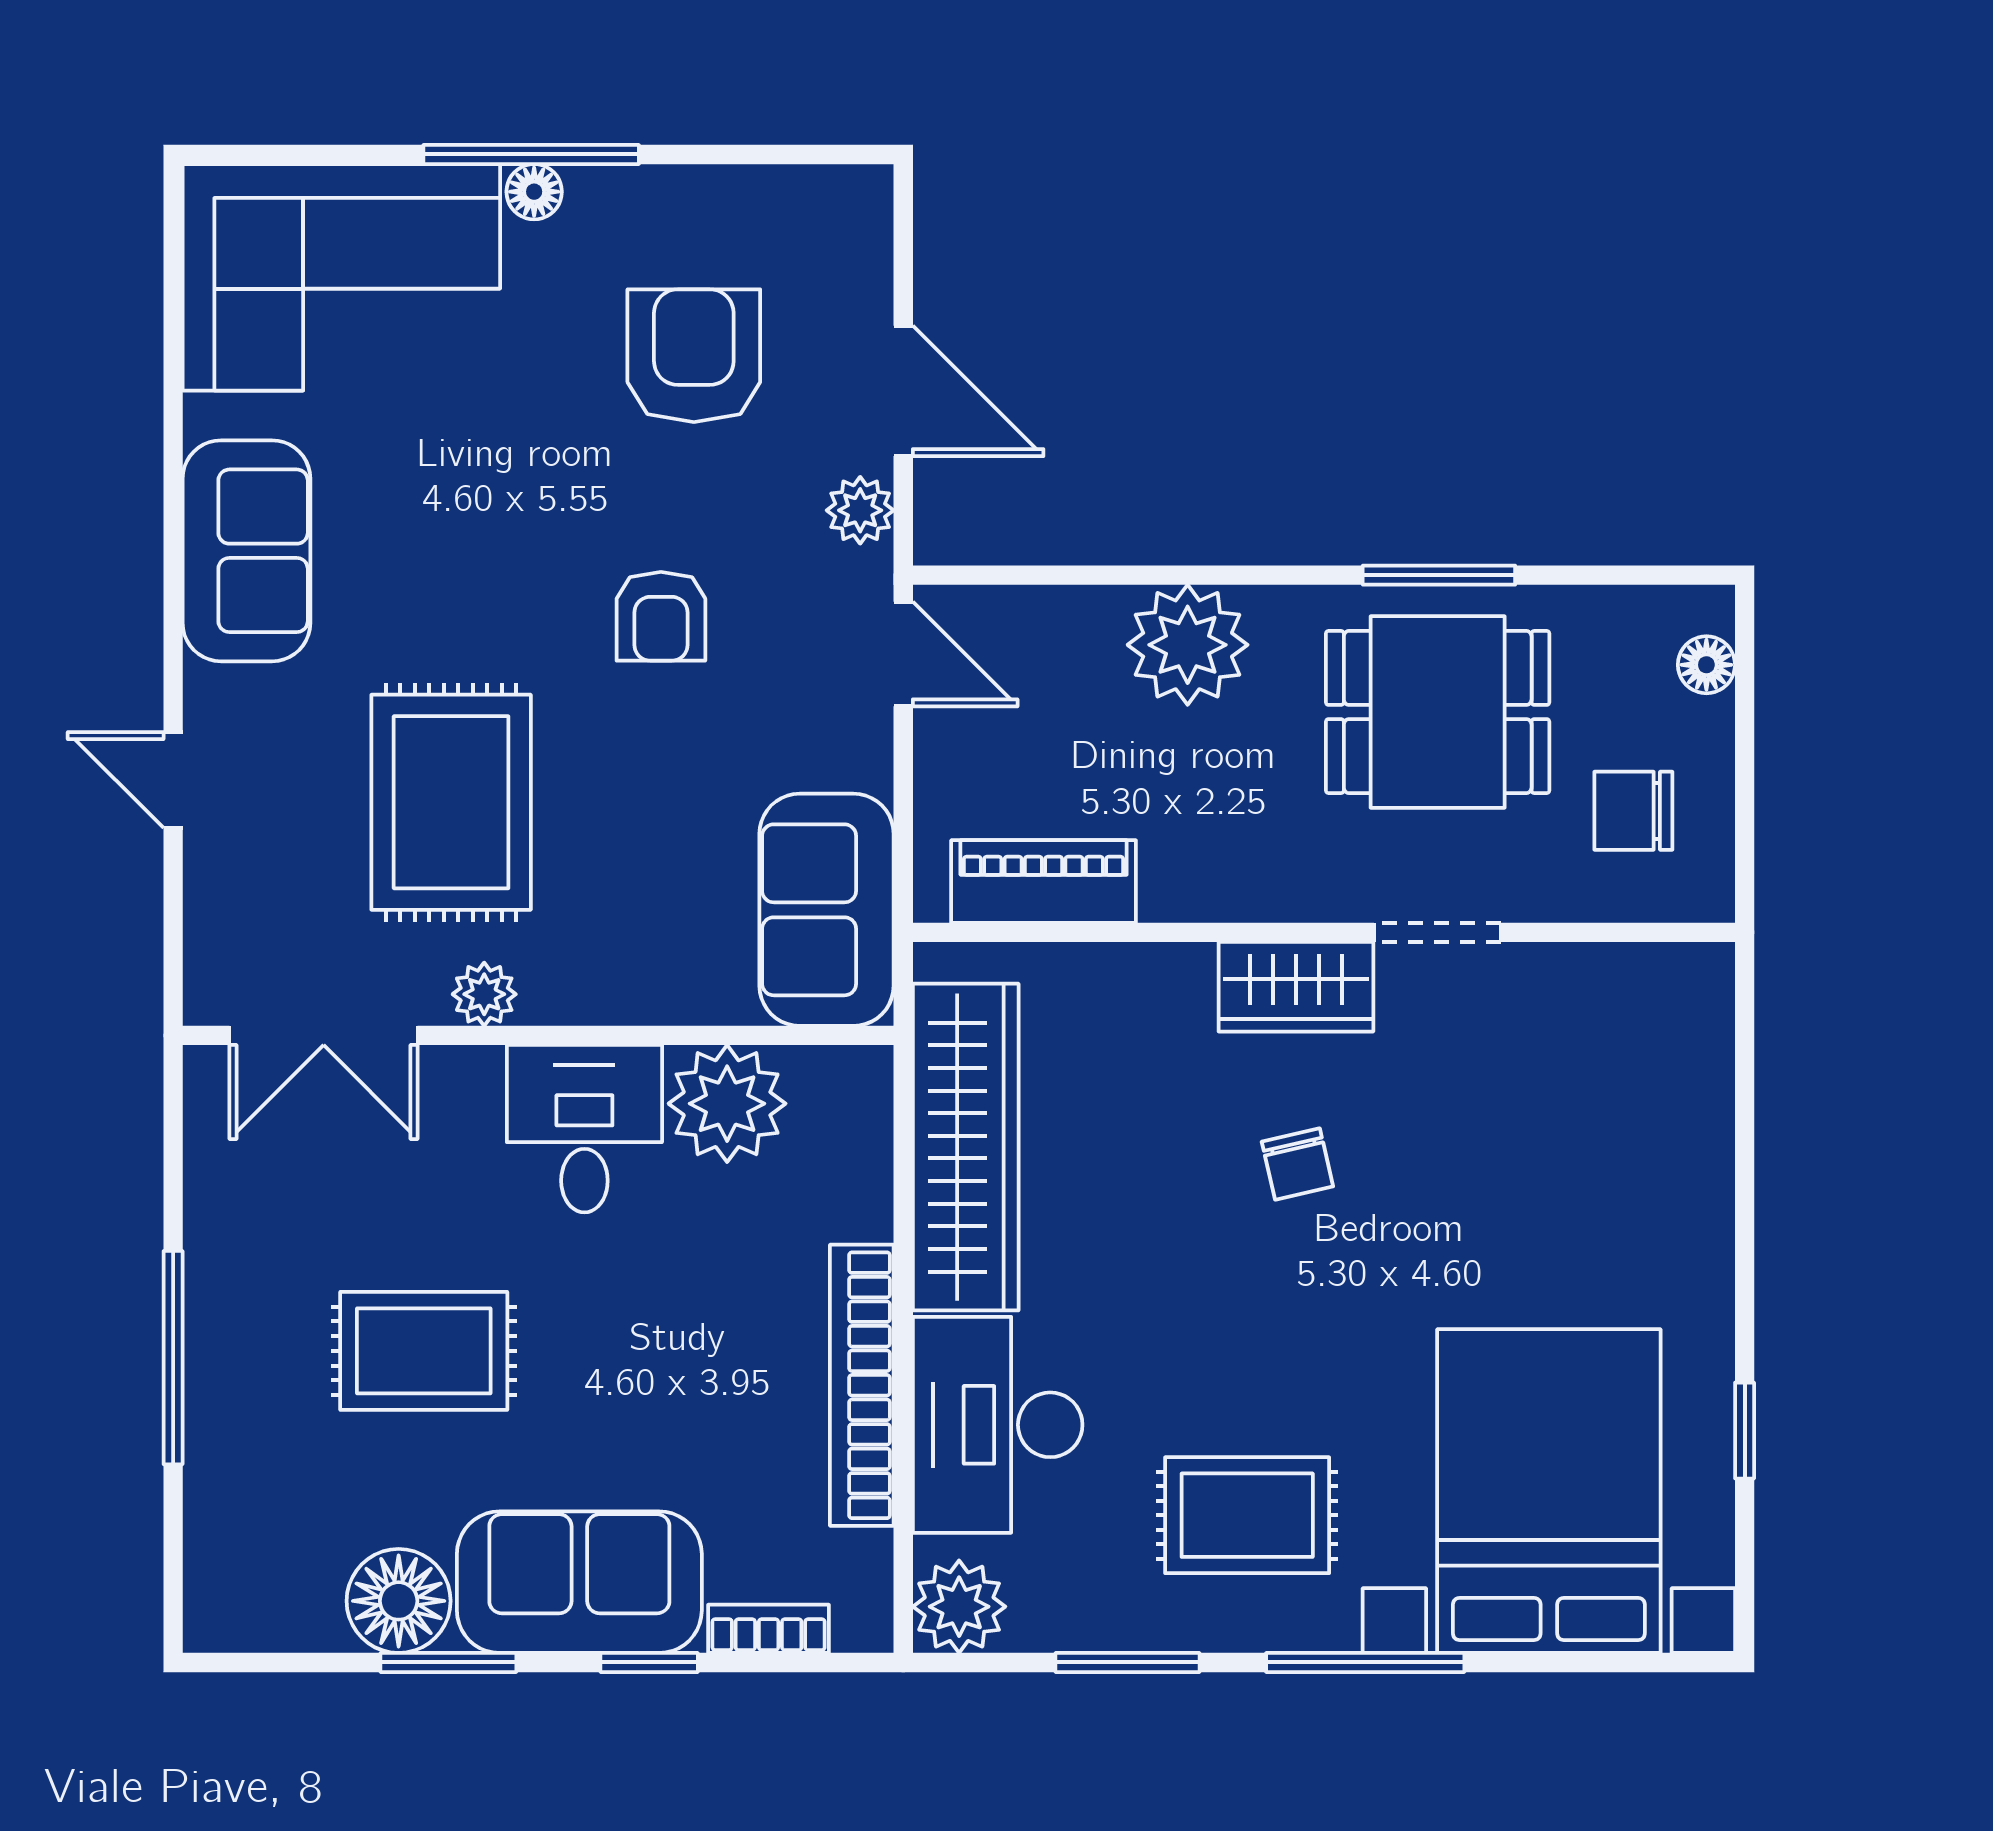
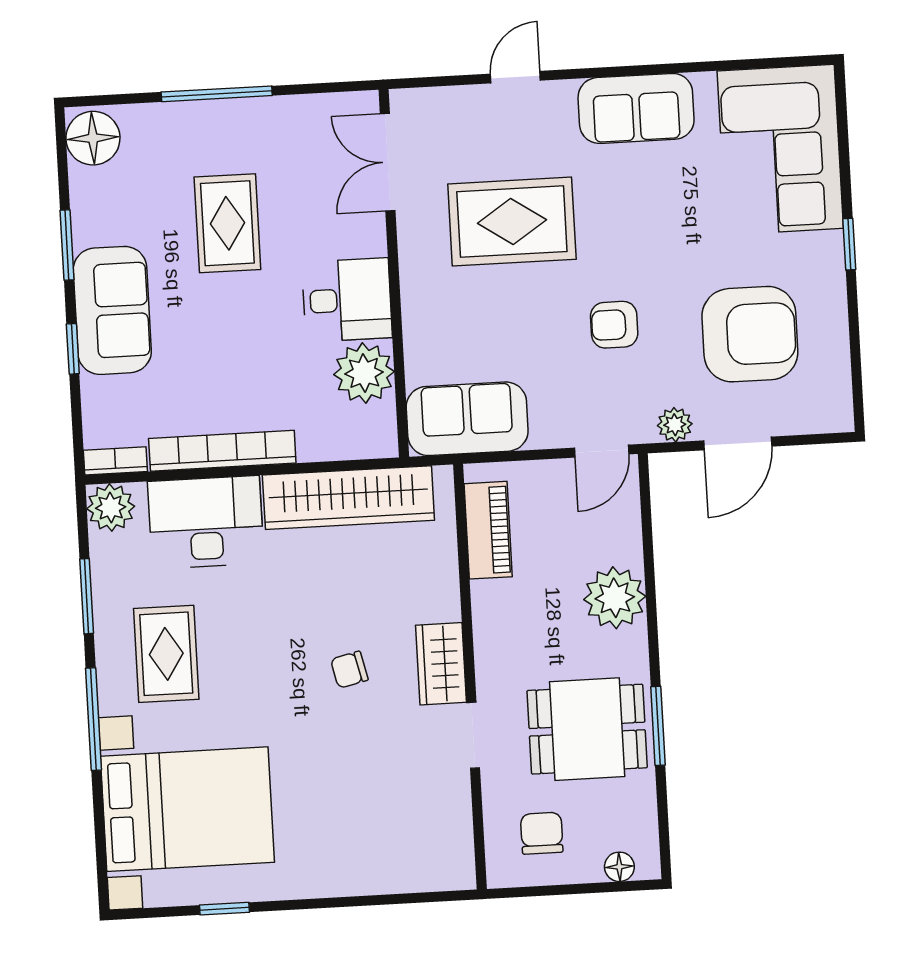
window: (531, 154) -> (849, 244), width x0.46
floor lamp: (534, 192) -> (830, 247), removed
armchair: (694, 356) -> (750, 334), width x1.36, depth x1.36
dining table: (1438, 712) -> (587, 729), turned 90
plant: (484, 994) -> (414, 244), removed
floor lamp: (399, 1601) -> (93, 138), moved
bookcase: (769, 1629) -> (115, 461), moved, turned -90

